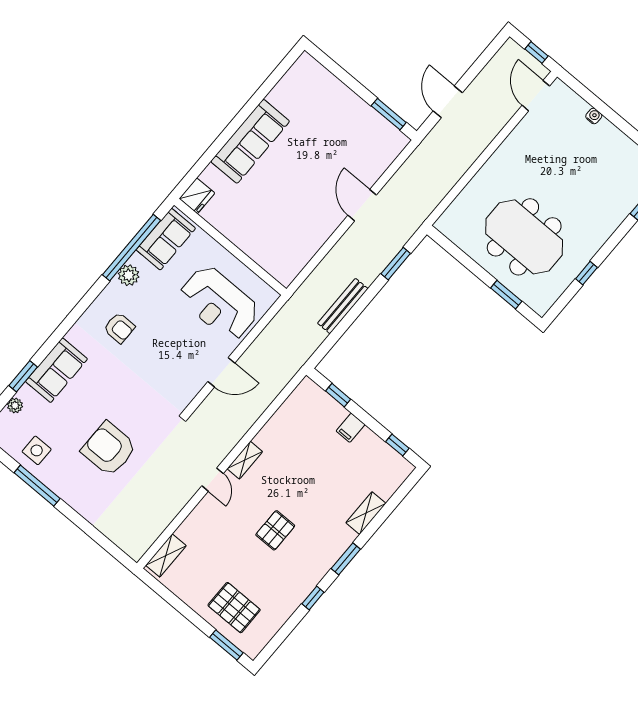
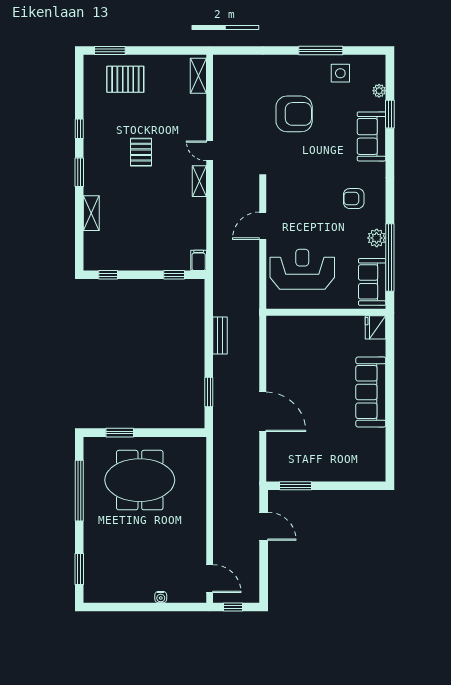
door: (362, 205) -> (263, 412), width x1.36
window: (586, 273) -> (79, 491), width x3.17
bench: (343, 306) -> (220, 335), width x0.73
filing cabinet: (351, 428) -> (199, 260), moved

